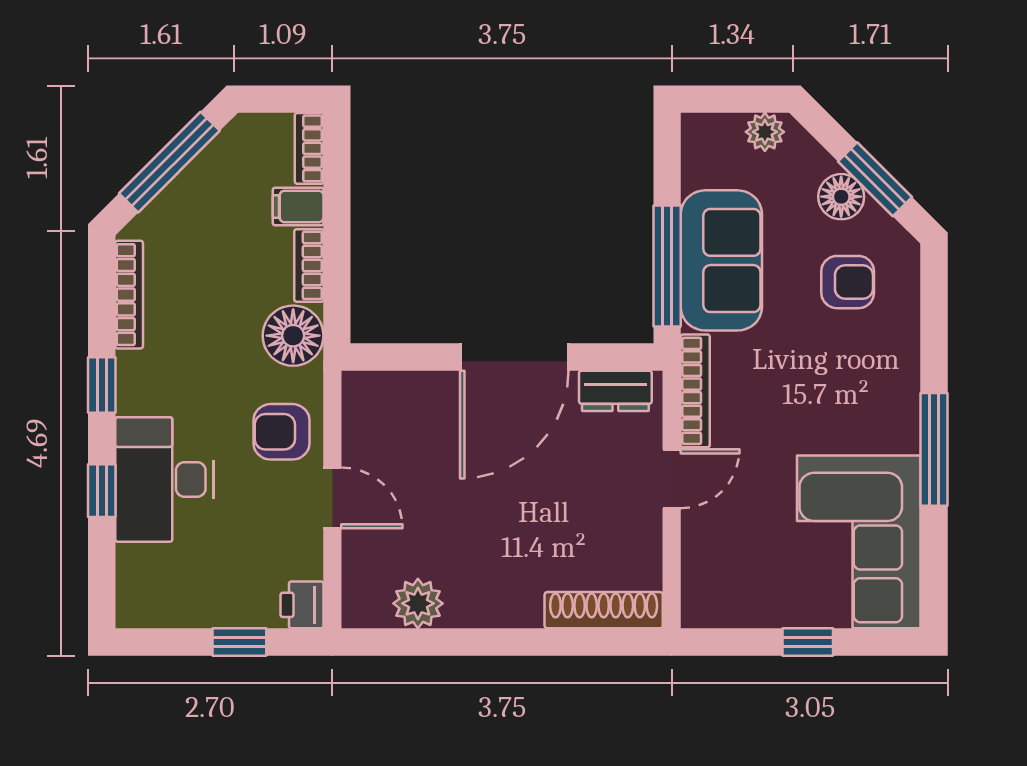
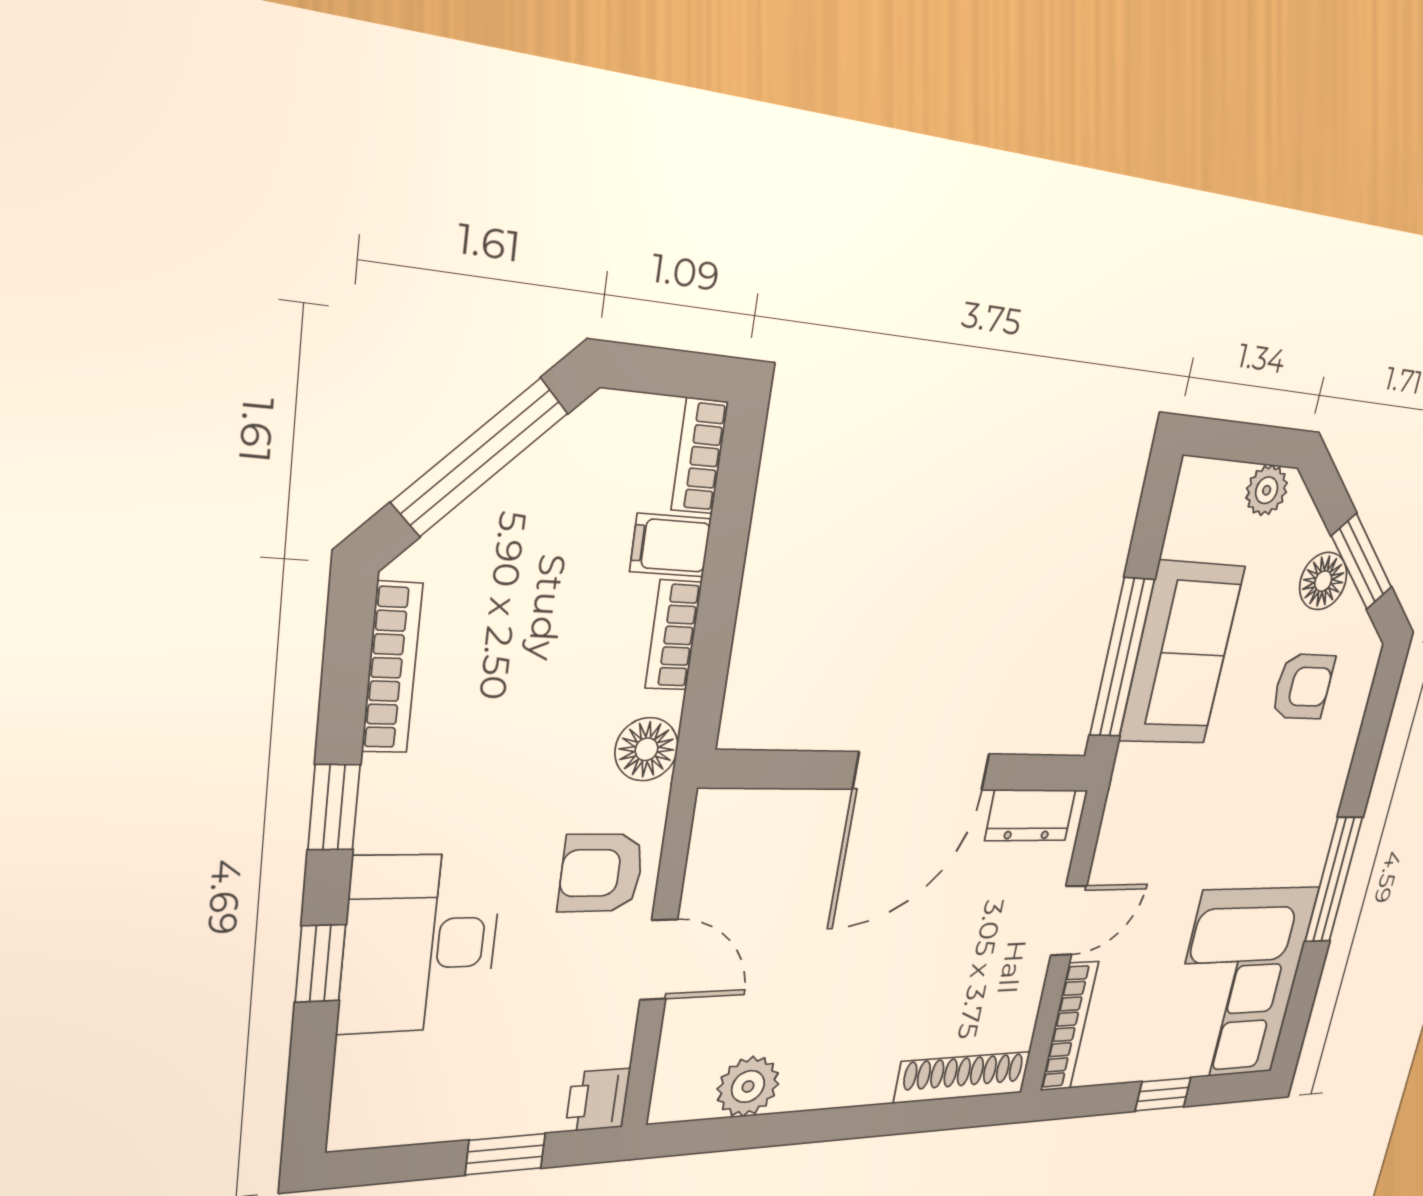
floor lamp: (293, 336) -> (647, 749), width x0.73, depth x0.73
bookcase: (695, 391) -> (1069, 1027), moved

